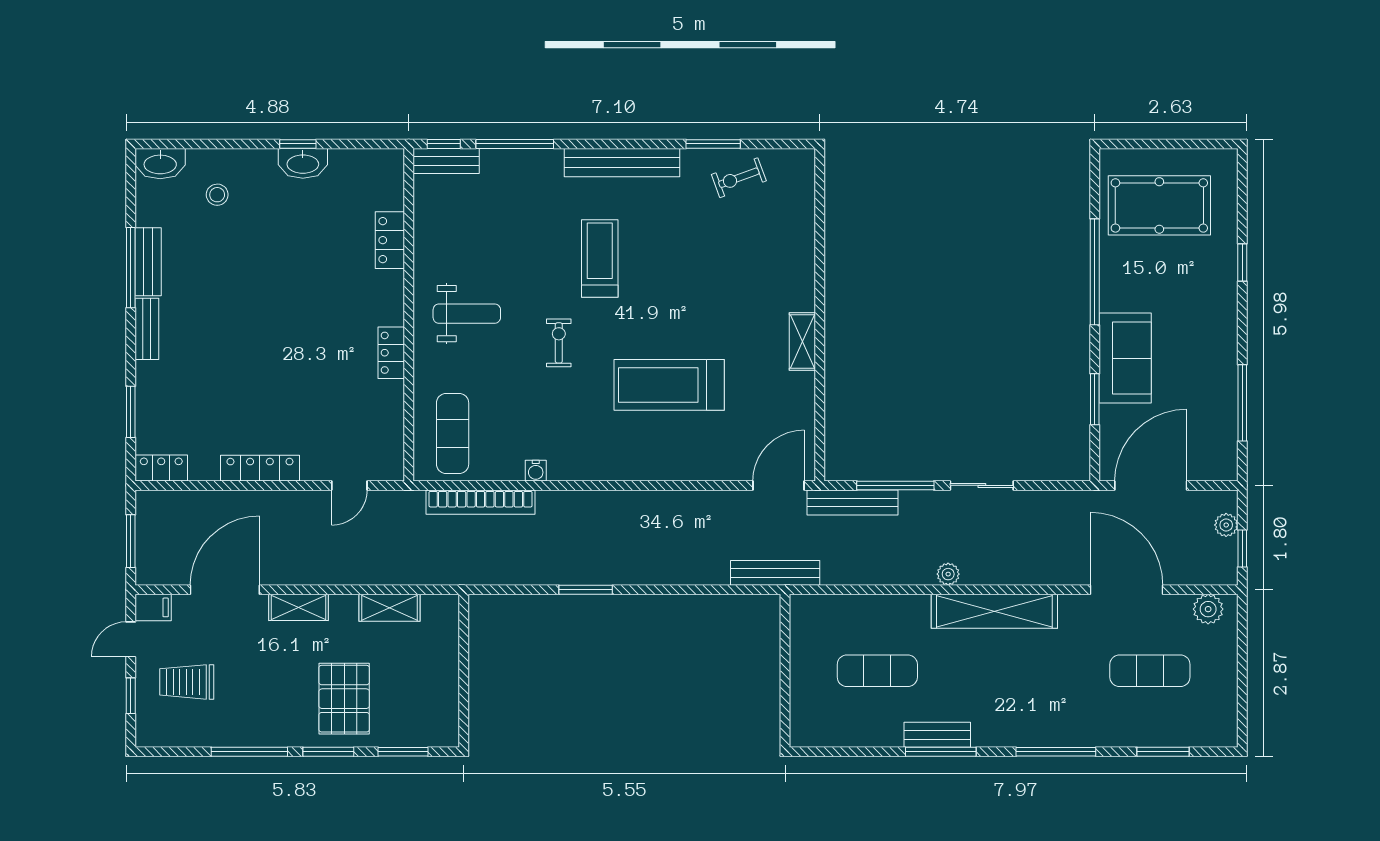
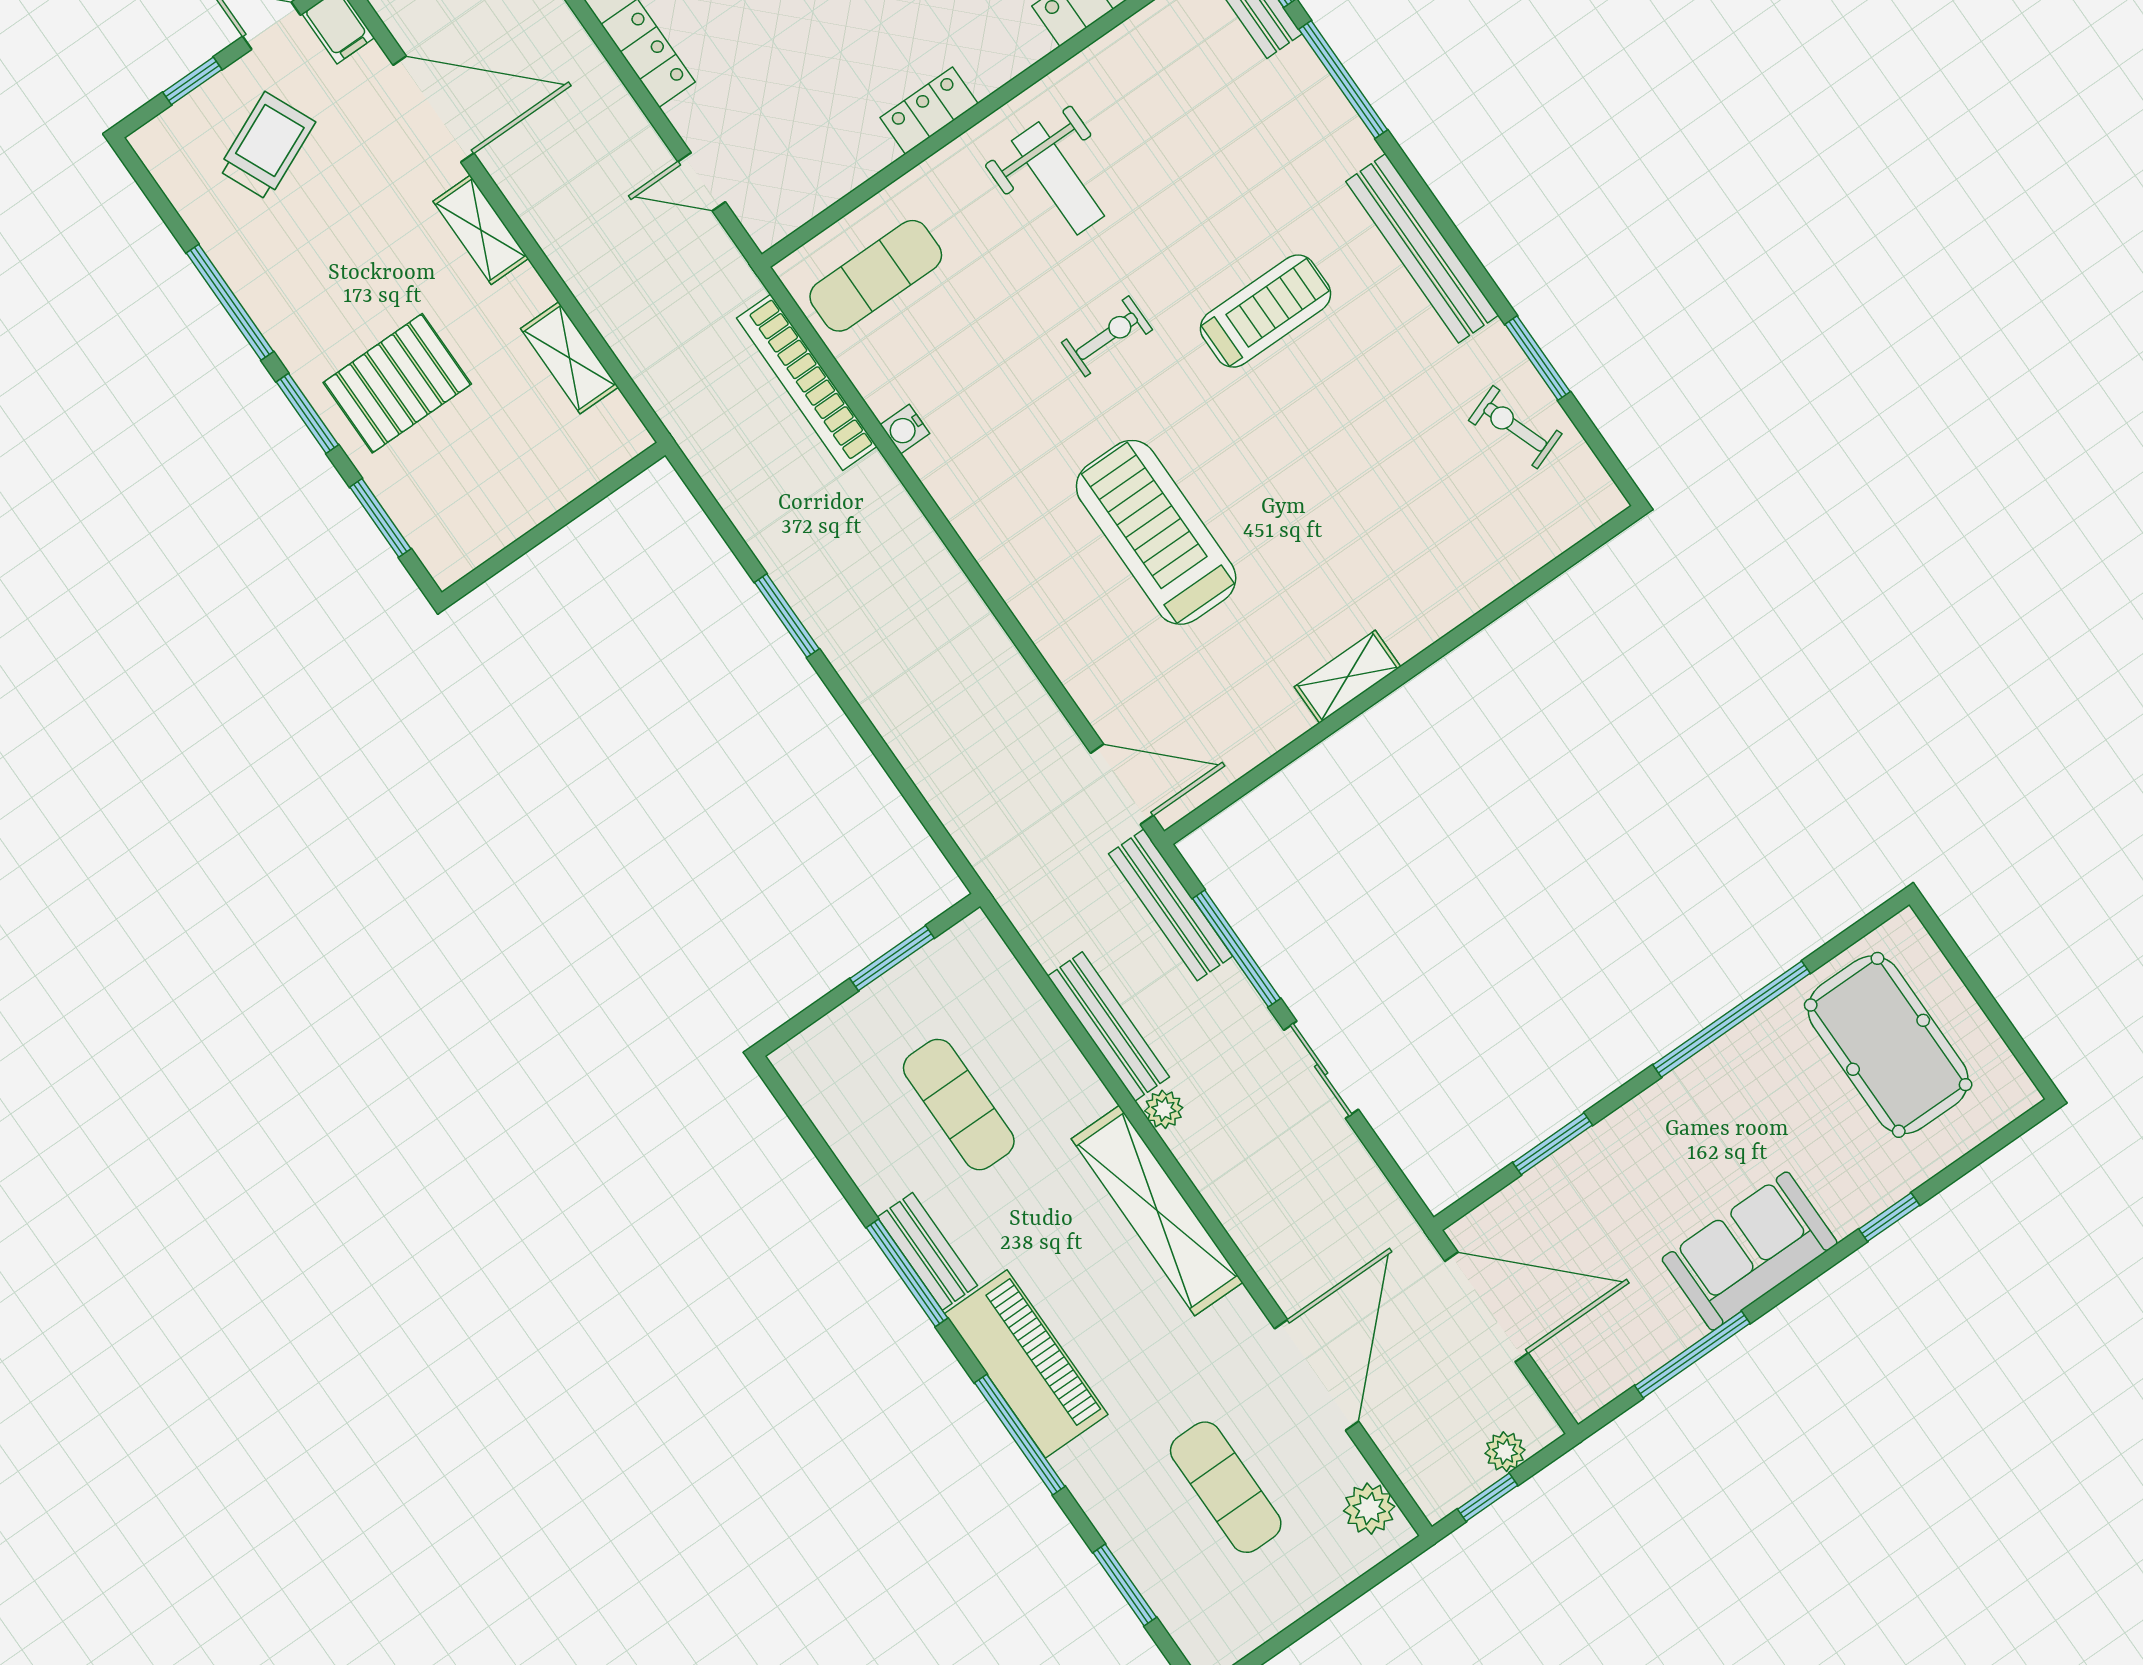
sofa: (1125, 358) -> (1750, 1251), moved, turned 180
bench: (775, 573) -> (1109, 1026), moved
window: (785, 654) -> (892, 958), added
trolley: (187, 682) -> (267, 146), turned 66
piano: (1024, 725) -> (1026, 1364), added

